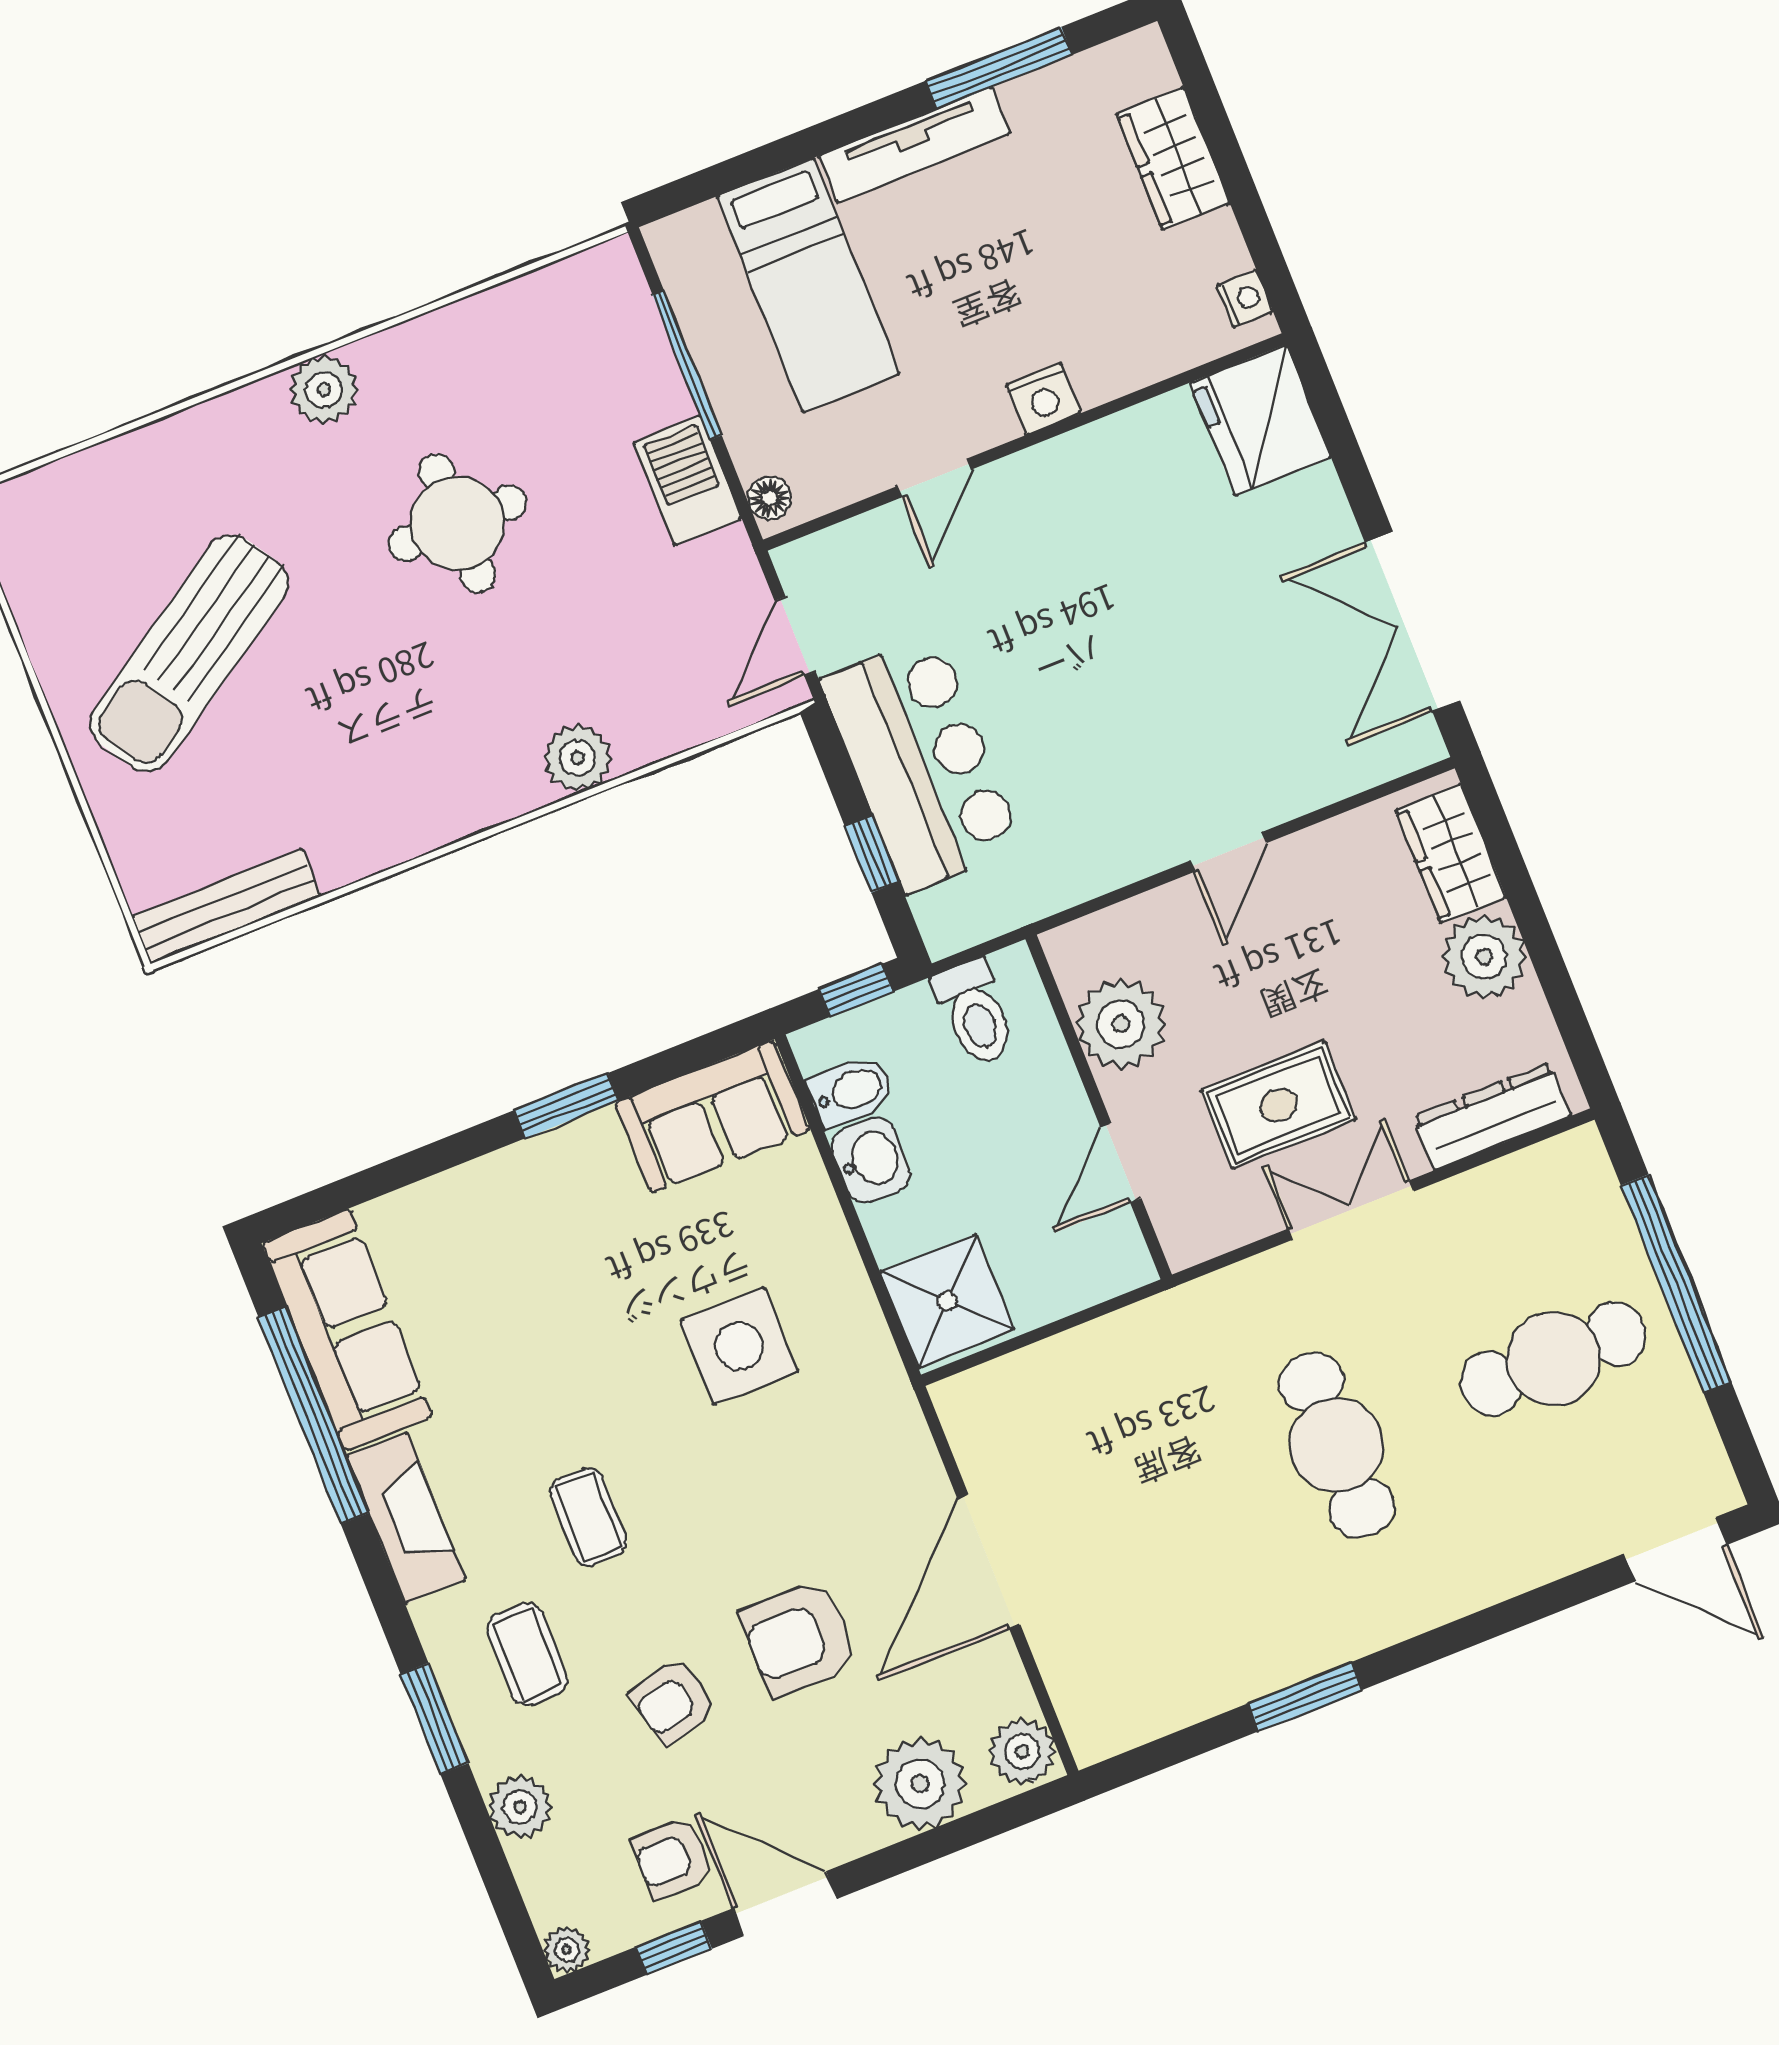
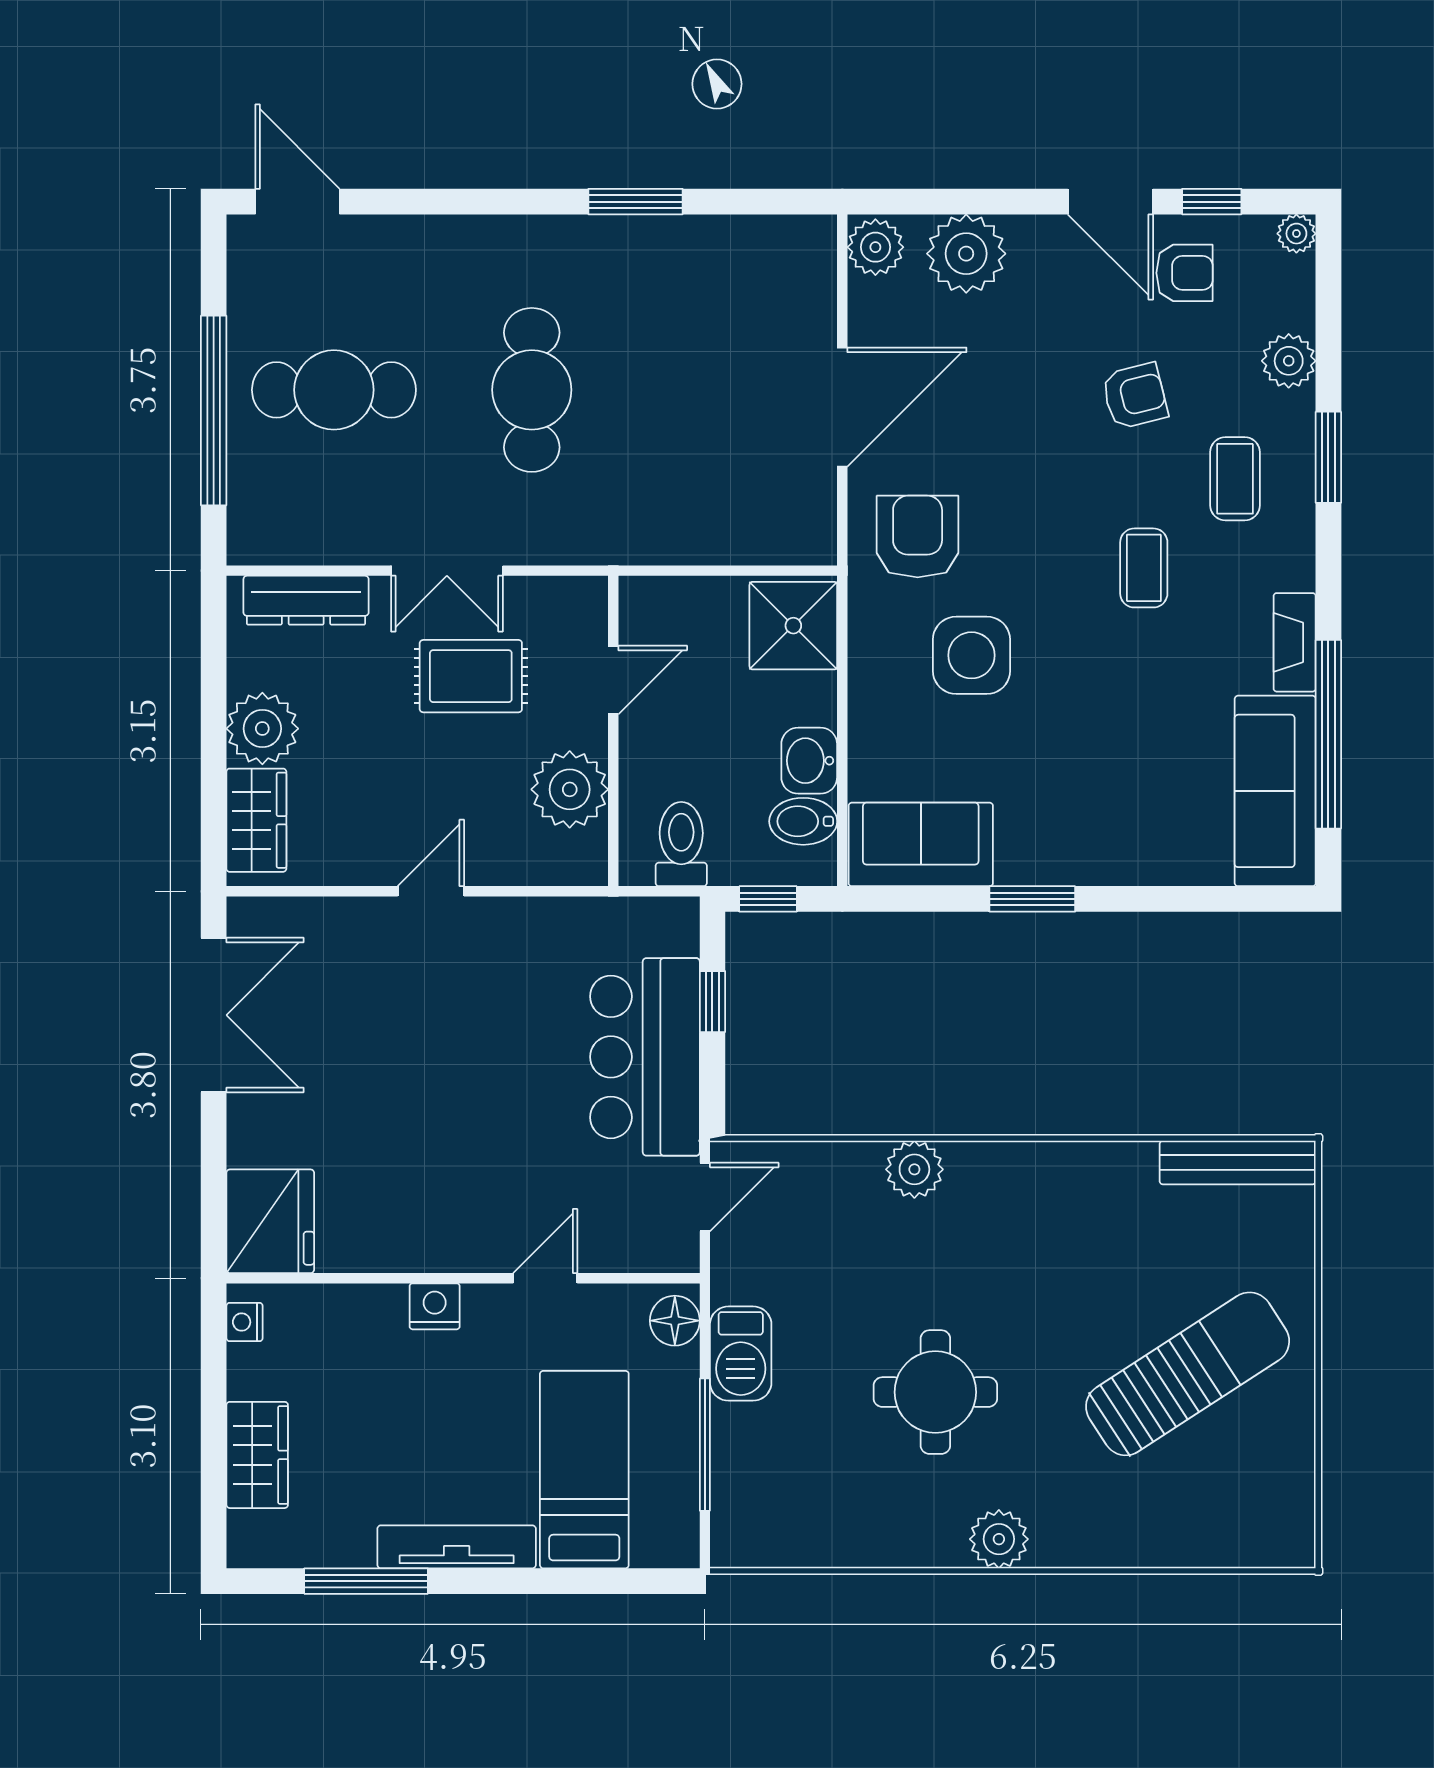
floor lamp: (770, 498) -> (675, 1321), width x1.37, depth x1.37
fireplace: (406, 1518) -> (1295, 642), width x0.73, depth x0.76
armchair: (799, 1638) -> (918, 537), moved, turned -90

